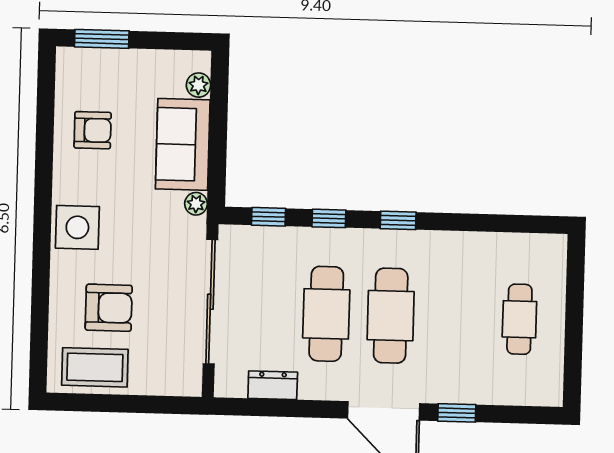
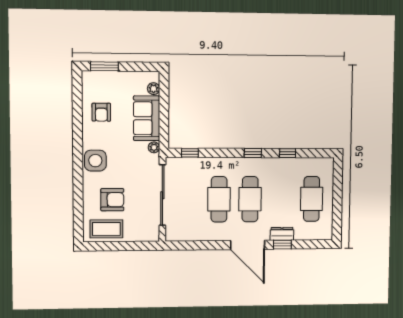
armchair: (93, 130) -> (101, 112), turned 90
window: (329, 218) -> (288, 153), moved
cafe table: (519, 319) -> (312, 199), width x1.37, depth x1.35
dresser: (273, 385) -> (282, 234), moved

